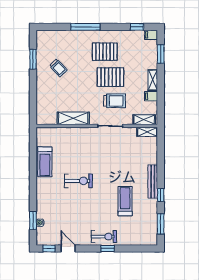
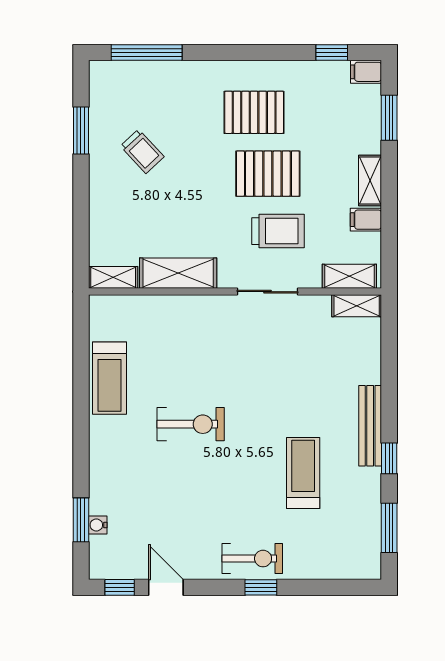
window: (85, 27) -> (147, 52), moved
shelving: (46, 120) -> (113, 277), added

